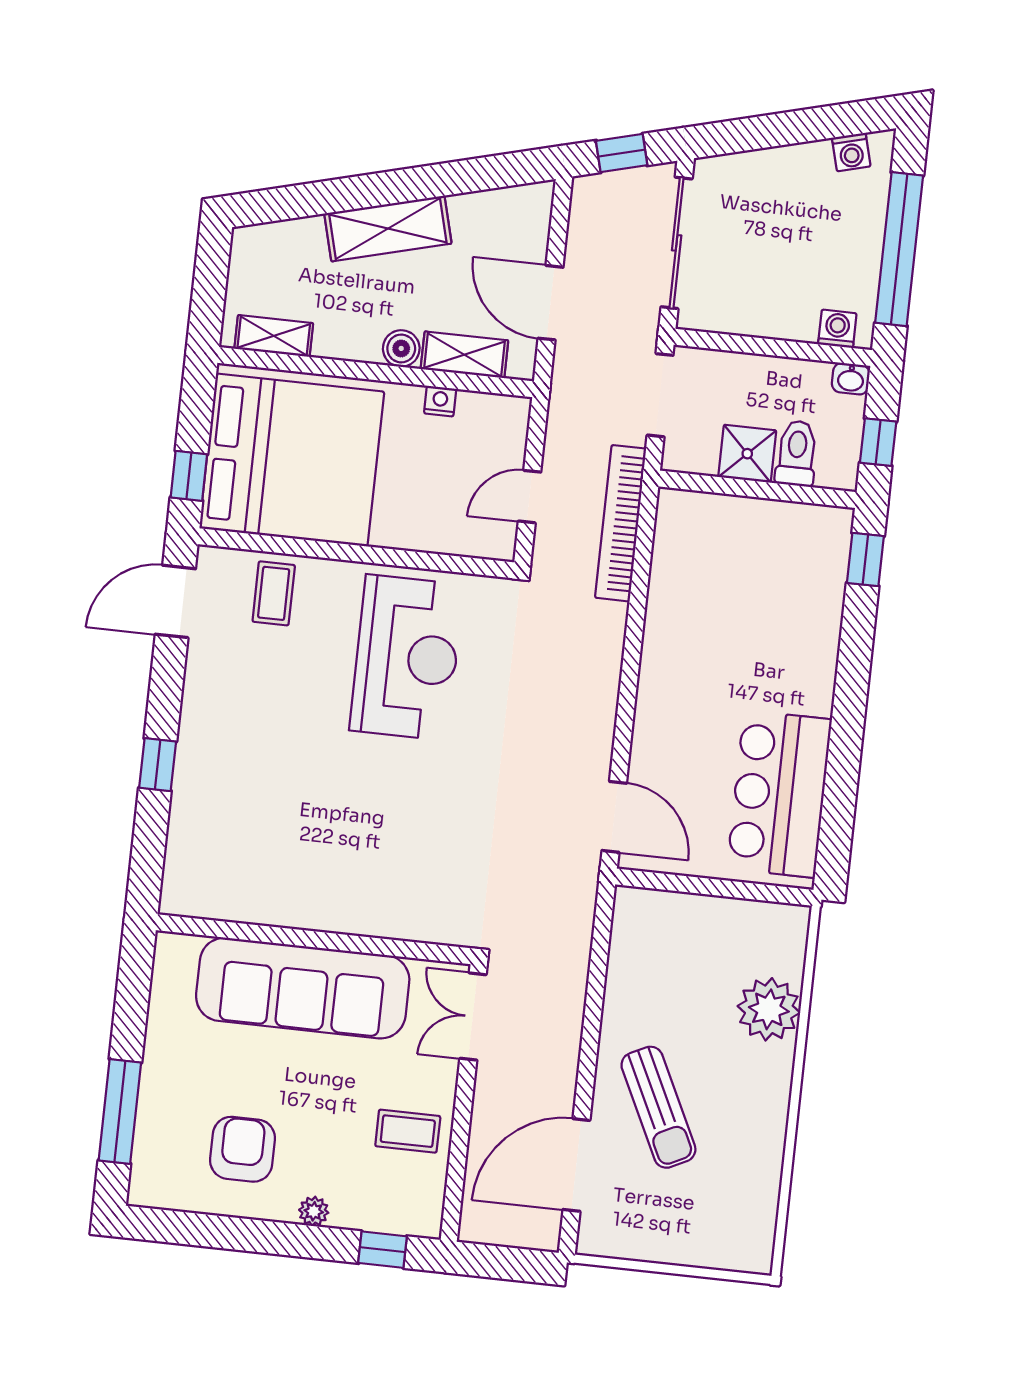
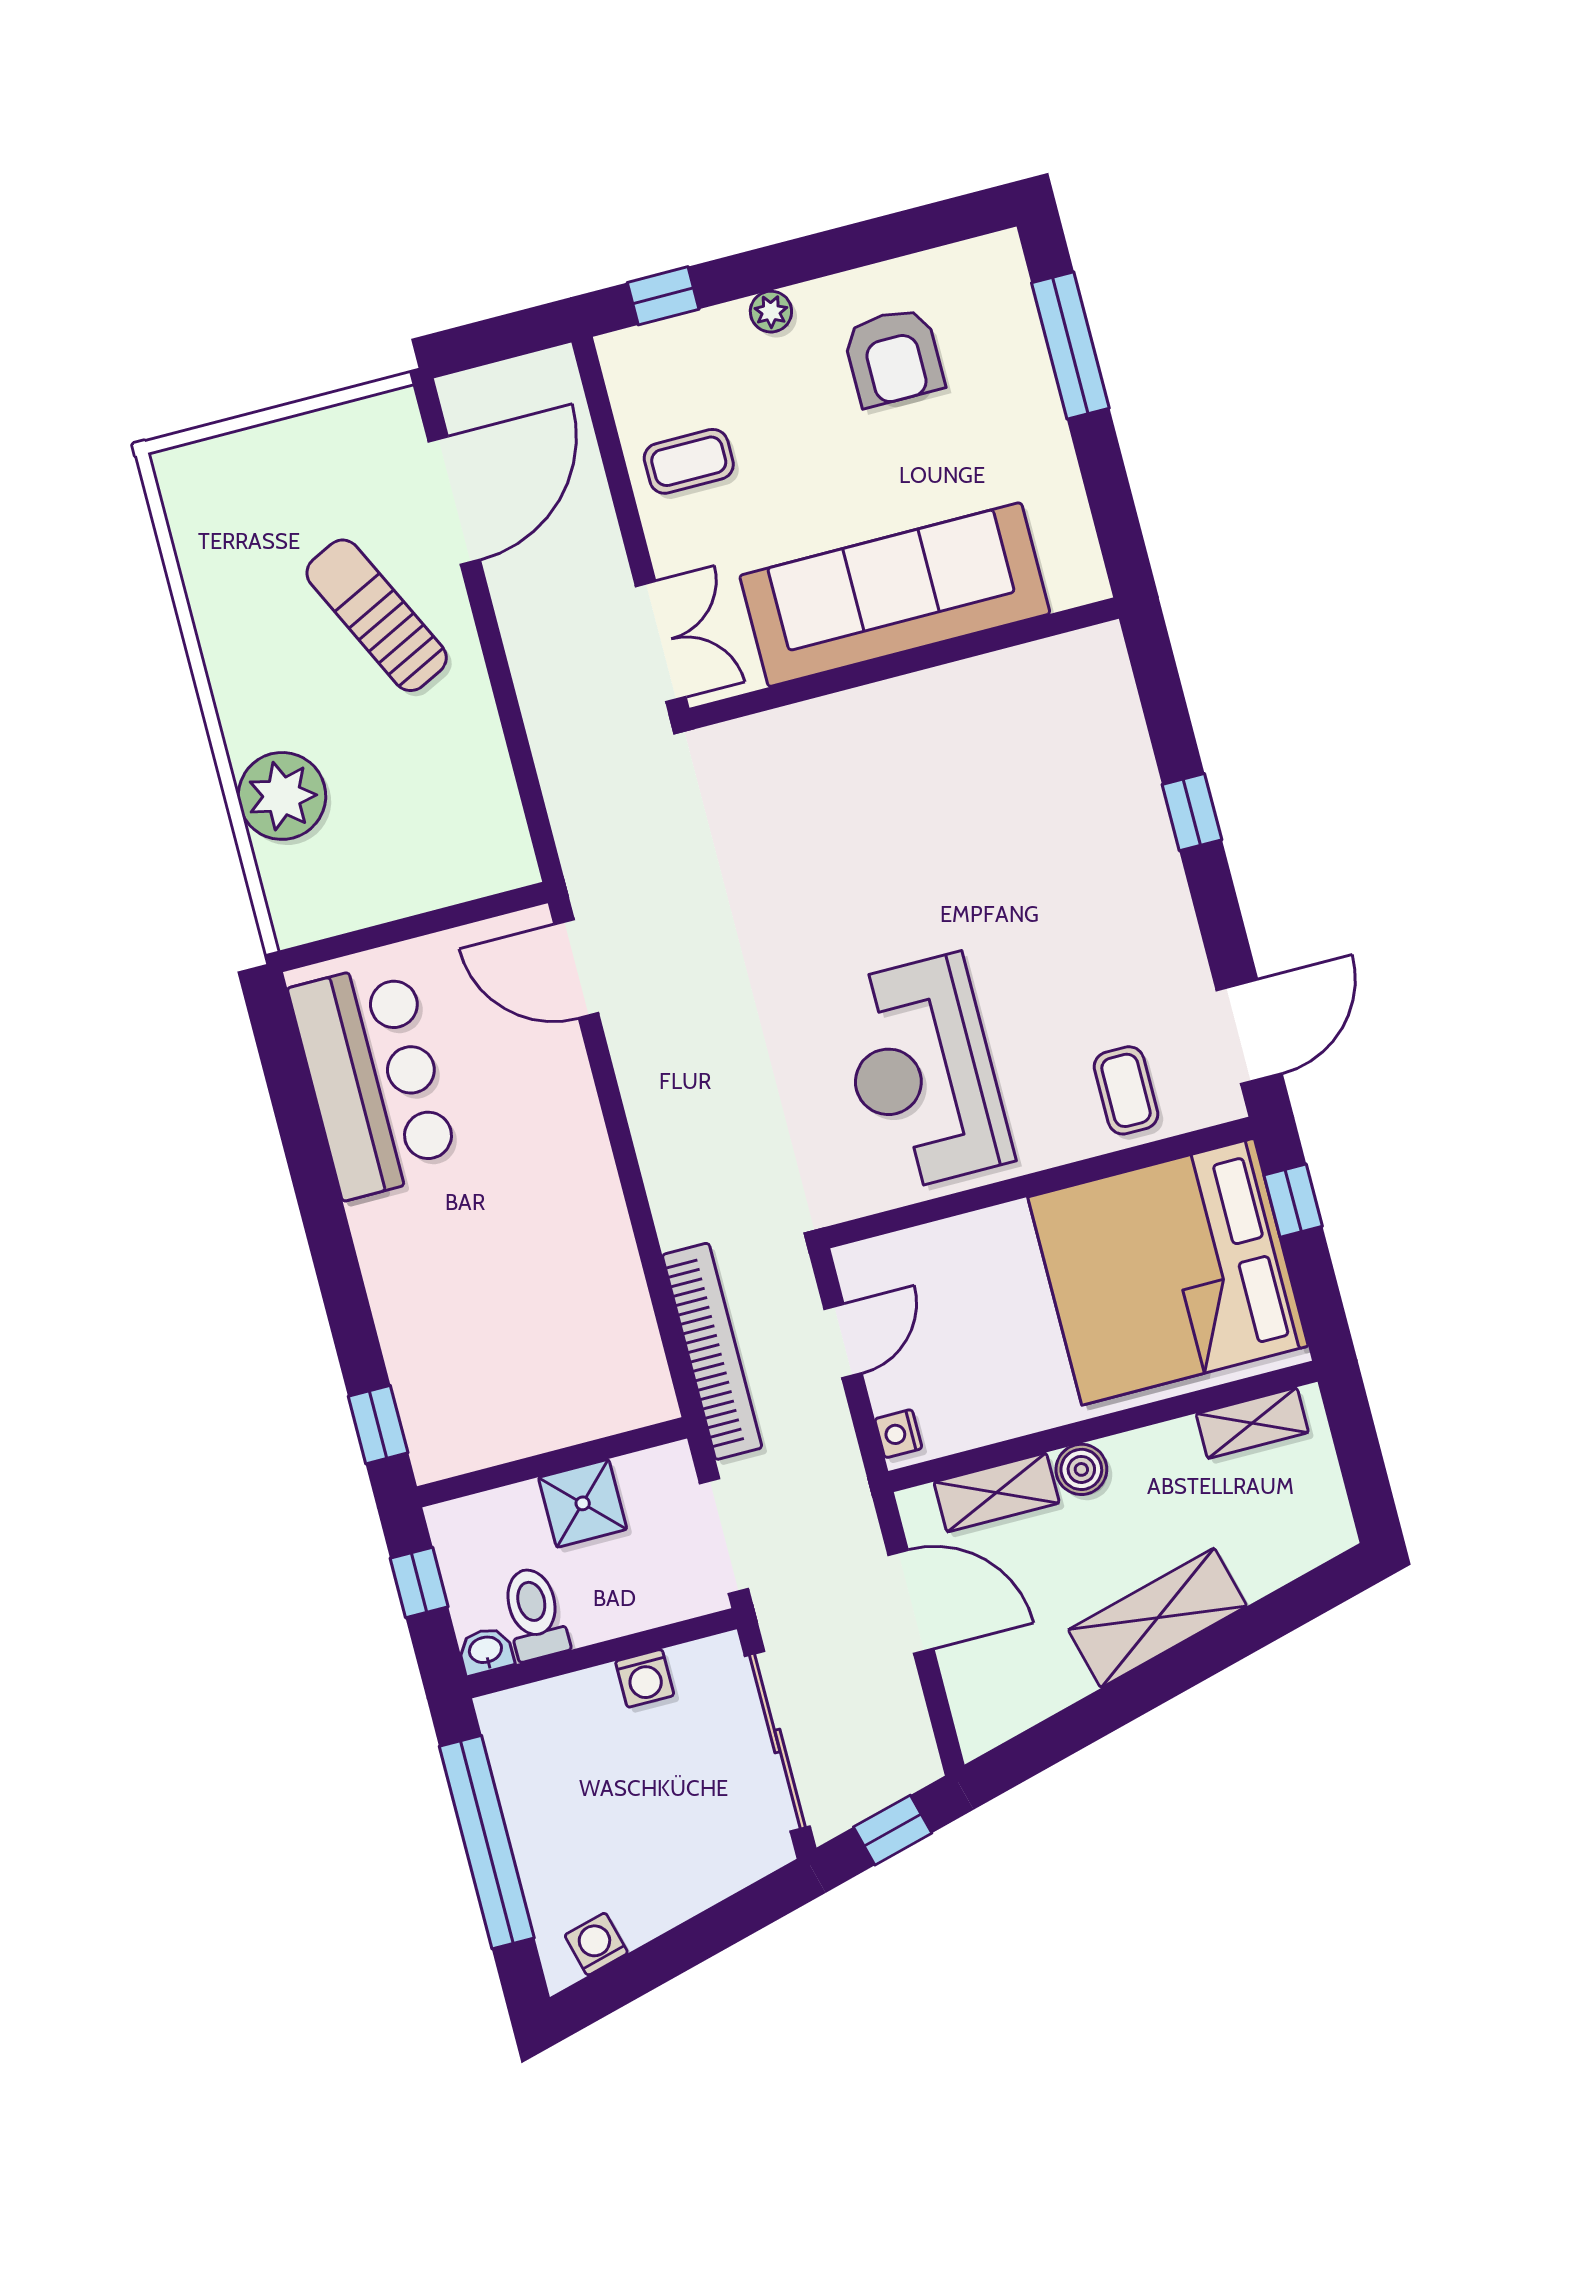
washing machine: (837, 329) -> (645, 1678), moved
nightstand: (440, 401) -> (898, 1434), moved, turned 90
toilet: (797, 453) -> (534, 1613), moved, turned 180

